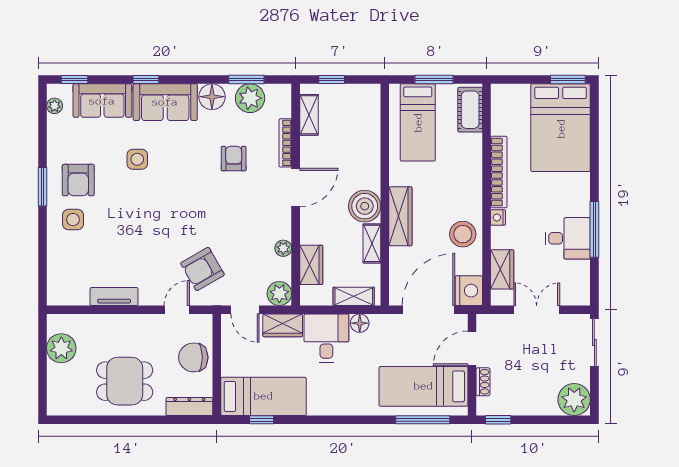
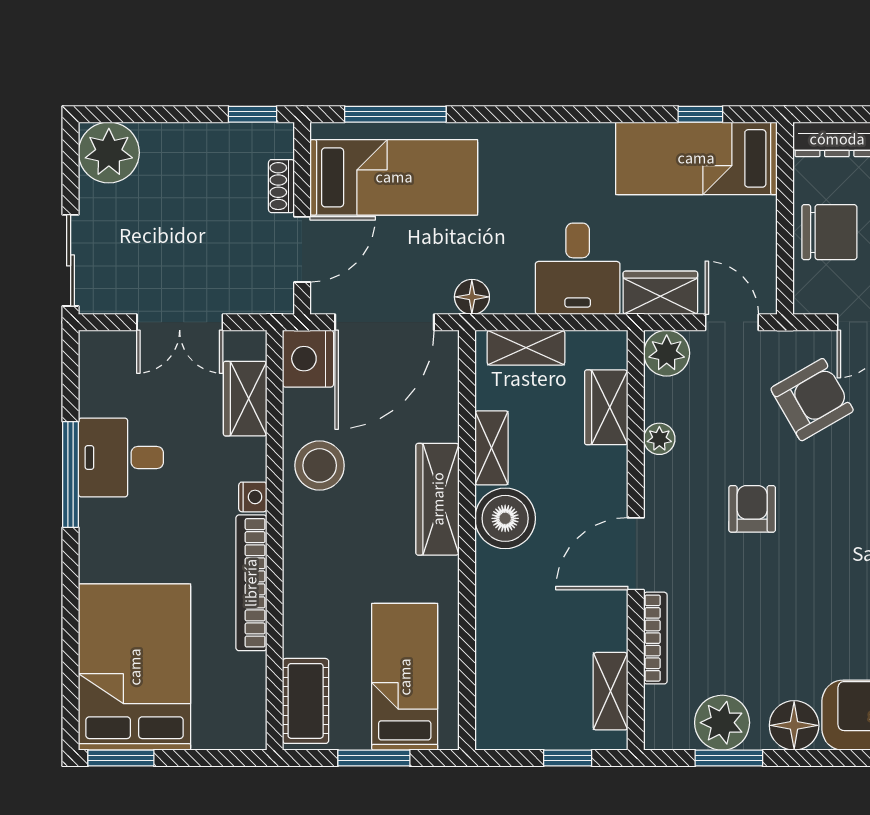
armchair: (234, 159) -> (752, 509), moved, turned 180
floor lamp: (360, 323) -> (472, 297), moved

